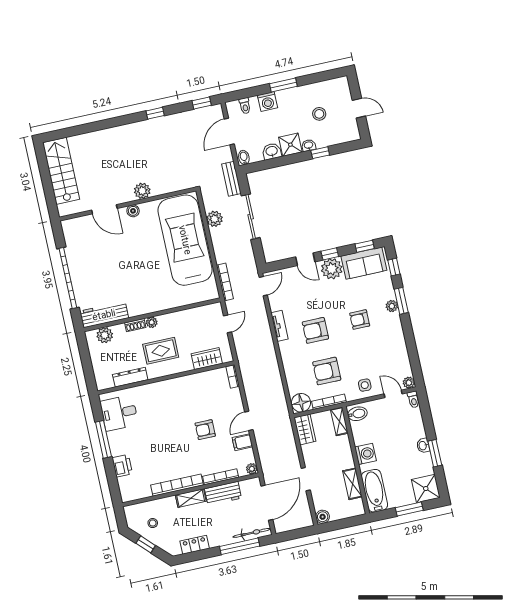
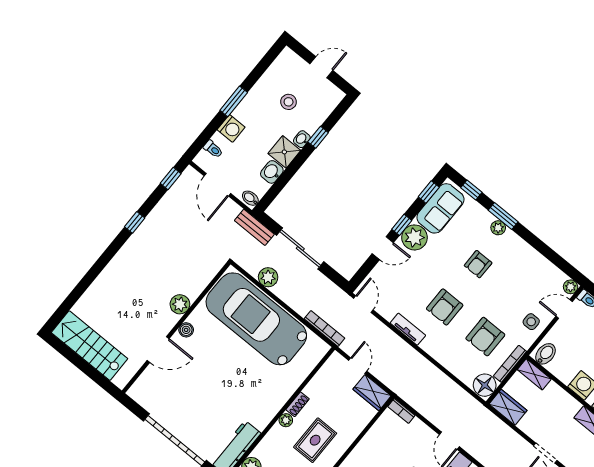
shoe rack: (135, 325) -> (298, 404), moved
wardrobe: (207, 359) -> (372, 393), moved, turned -90

